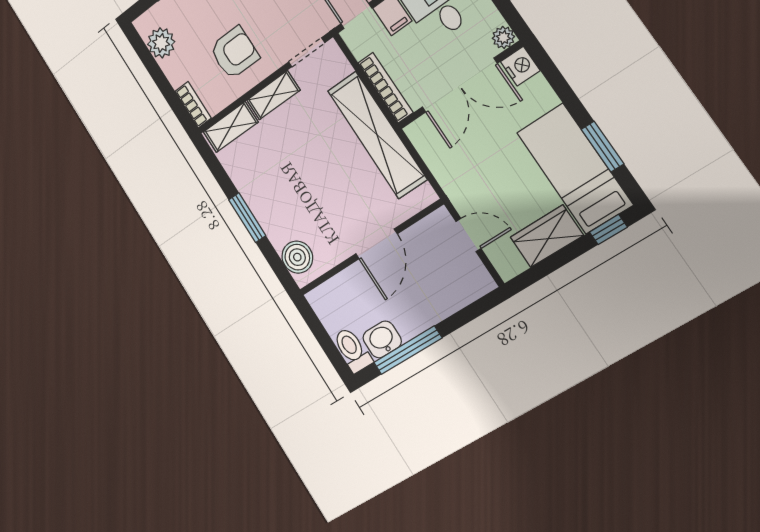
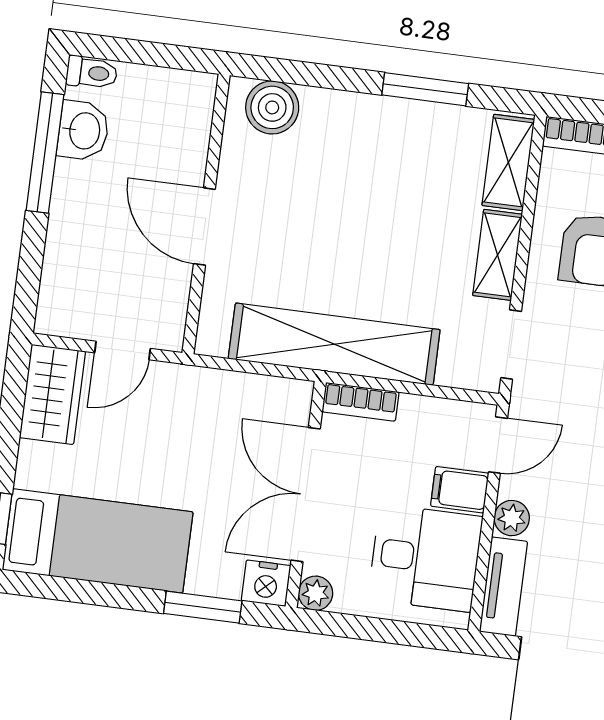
bookcase: (385, 88) -> (360, 402), width x0.64
window: (602, 147) -> (203, 607), moved
window: (247, 218) -> (425, 89), moved
wardrobe: (547, 236) -> (52, 394), moved
toilet: (352, 350) -> (92, 73), width x0.73, depth x0.72

